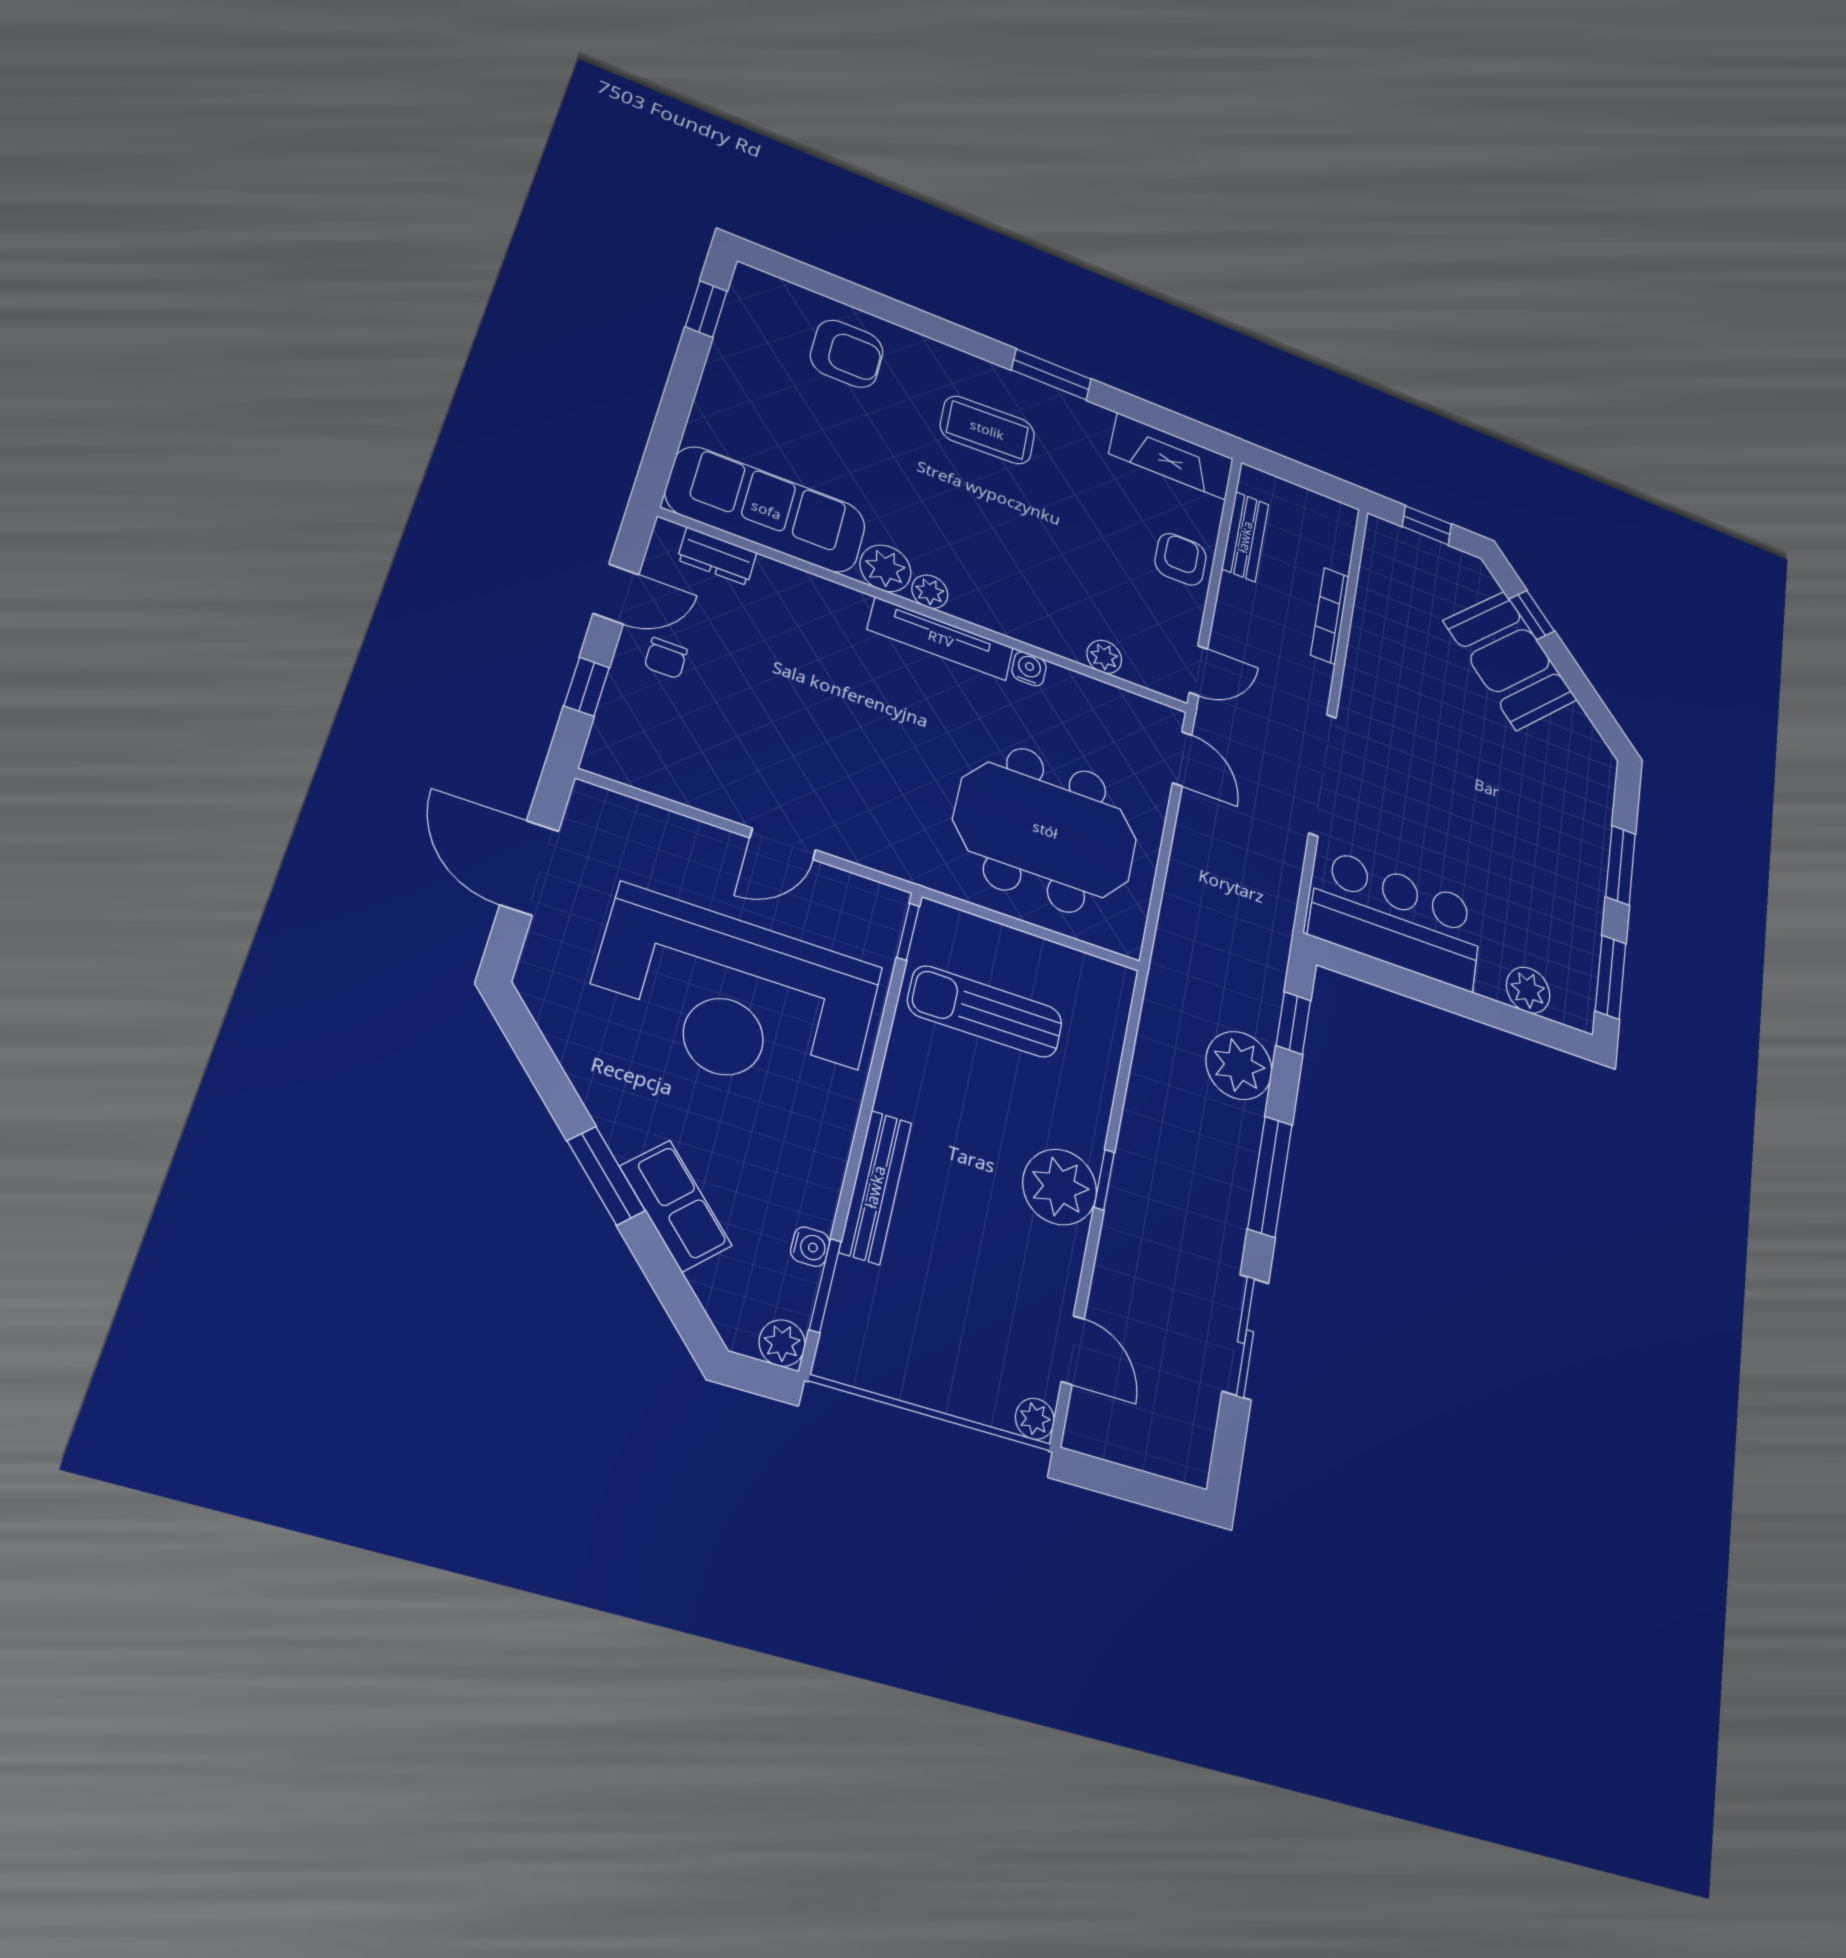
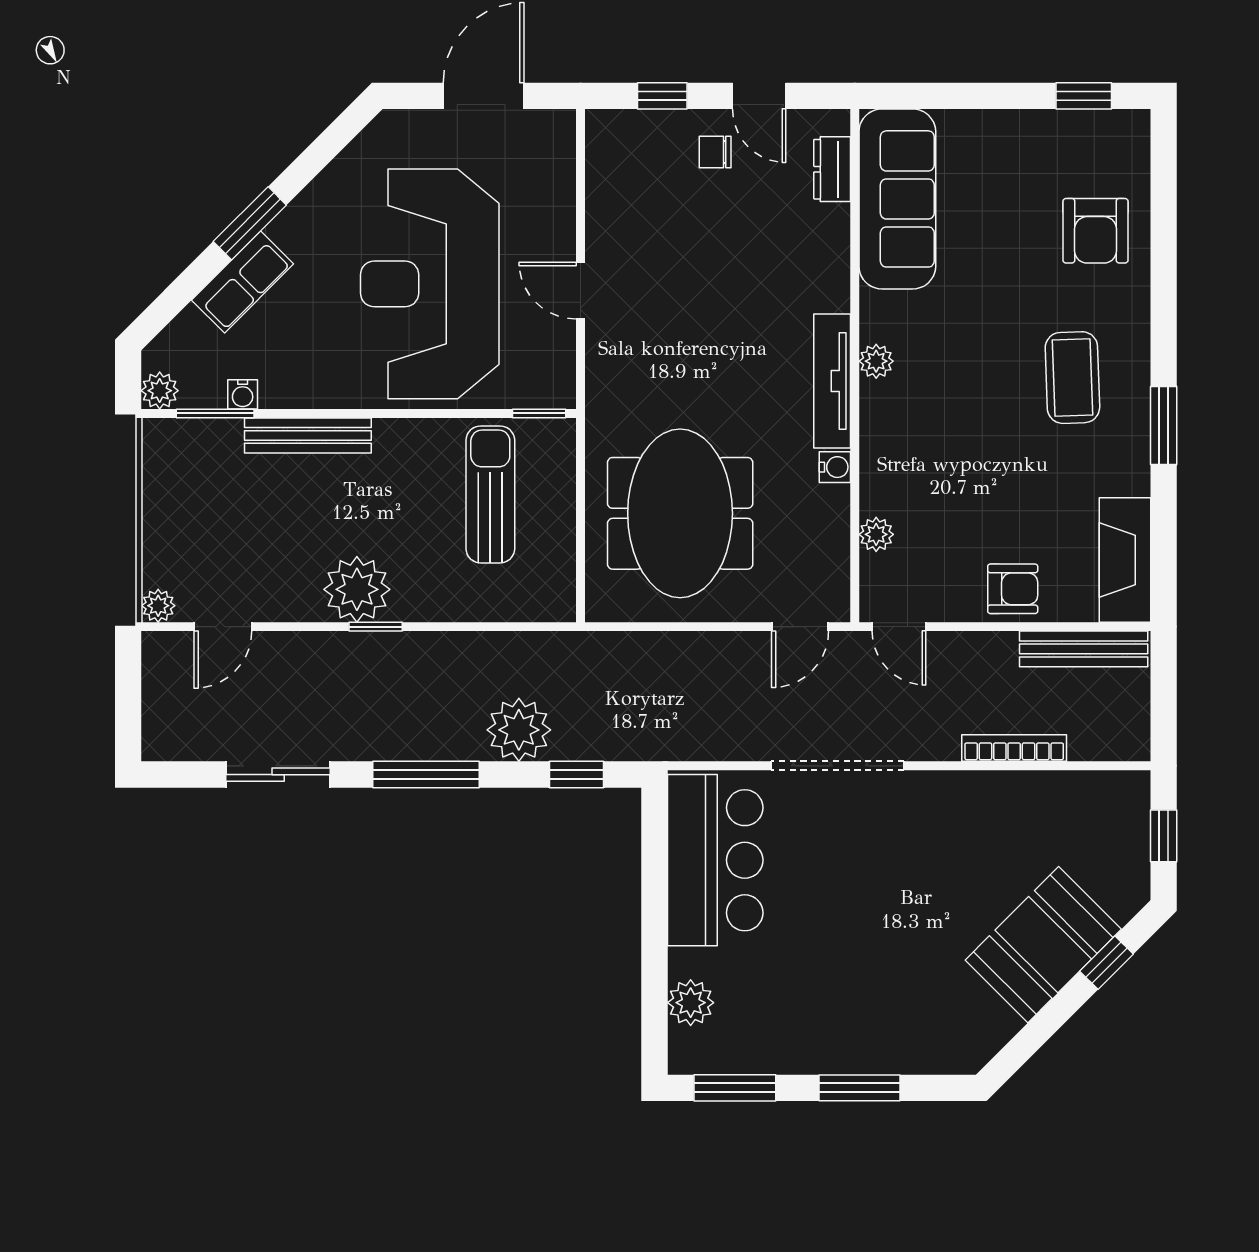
bench: (1245, 537) -> (1084, 649), width x1.36
plant: (885, 568) -> (883, 317), removed

